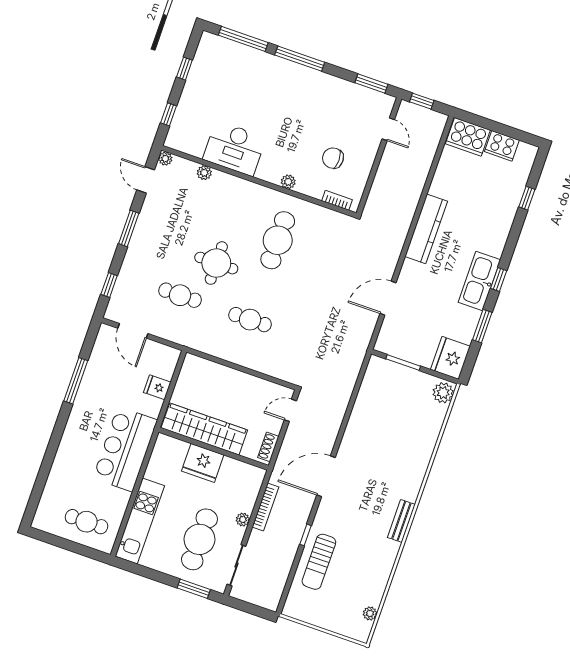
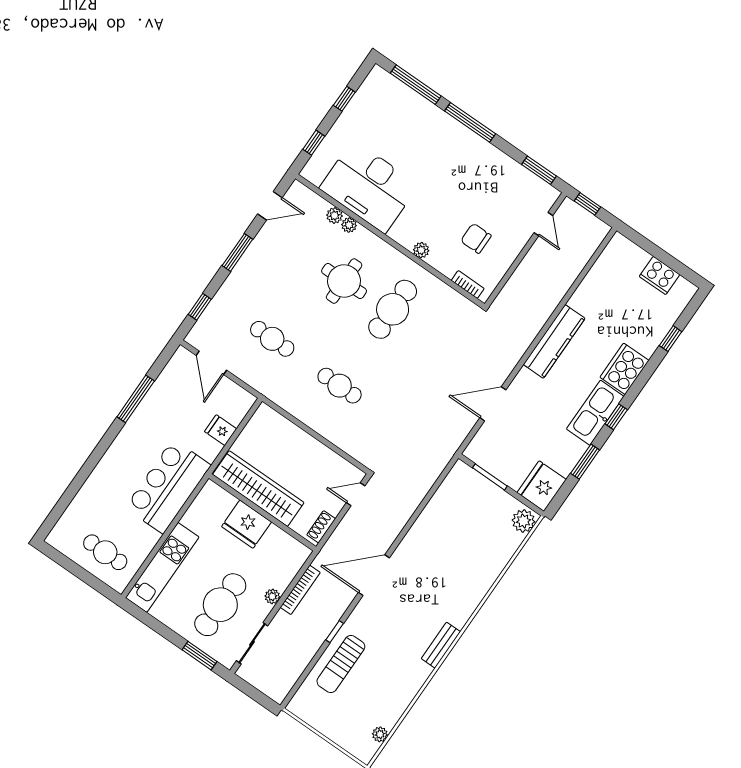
cooker: (468, 137) -> (624, 369), moved, turned 90
desk: (234, 148) -> (369, 187), width x1.36, depth x1.30
plant: (165, 159) -> (349, 225), moved
door: (146, 180) -> (270, 206), swing flipped
round table: (216, 263) -> (344, 281), moved

